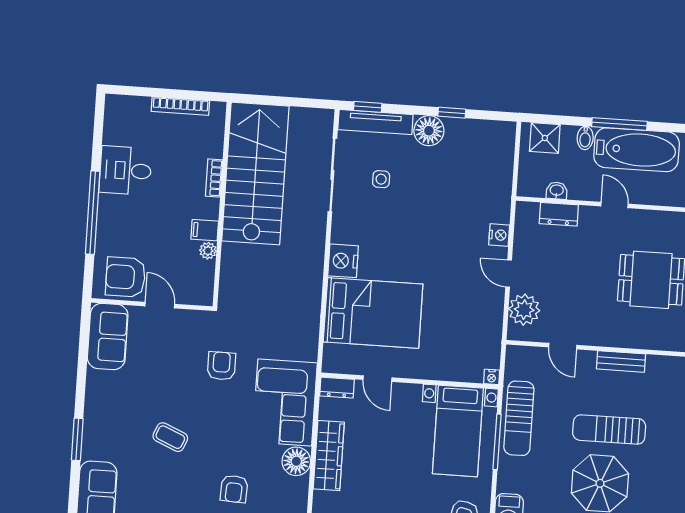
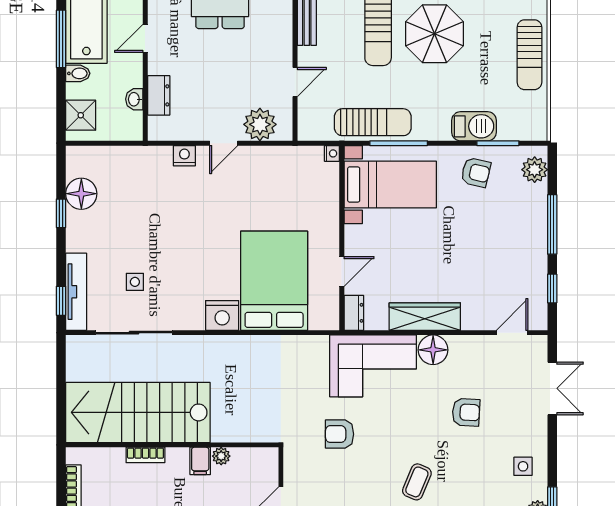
floor lamp: (429, 131) -> (81, 194), moved

